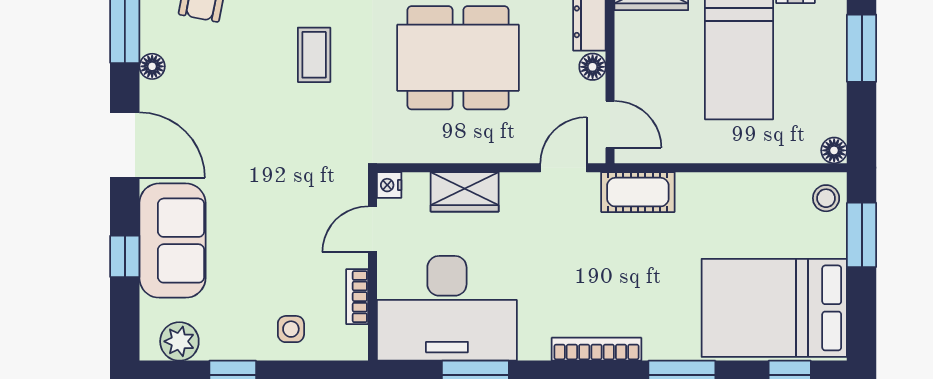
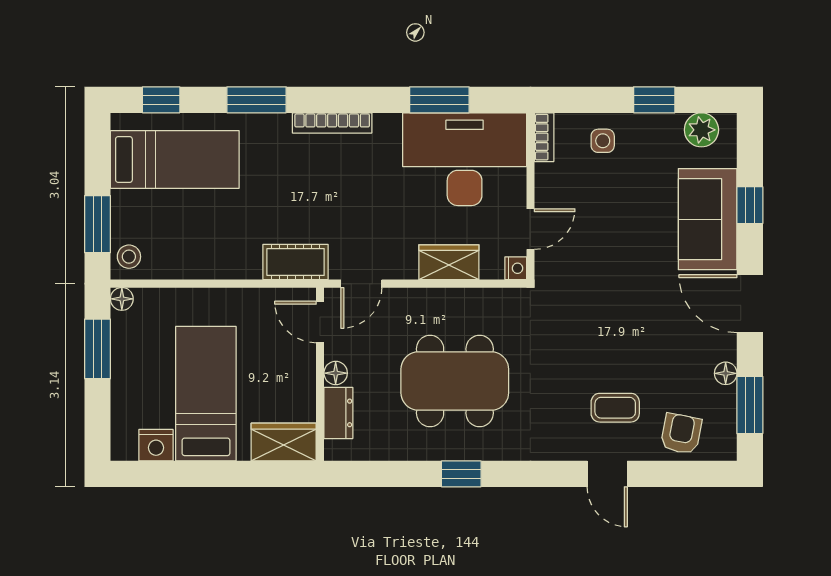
window: (862, 48) -> (97, 349), moved
coffee table: (314, 55) -> (615, 408), moved, turned 90
bookcase: (357, 297) -> (544, 137), moved
bed: (774, 308) -> (175, 160), width x0.67

